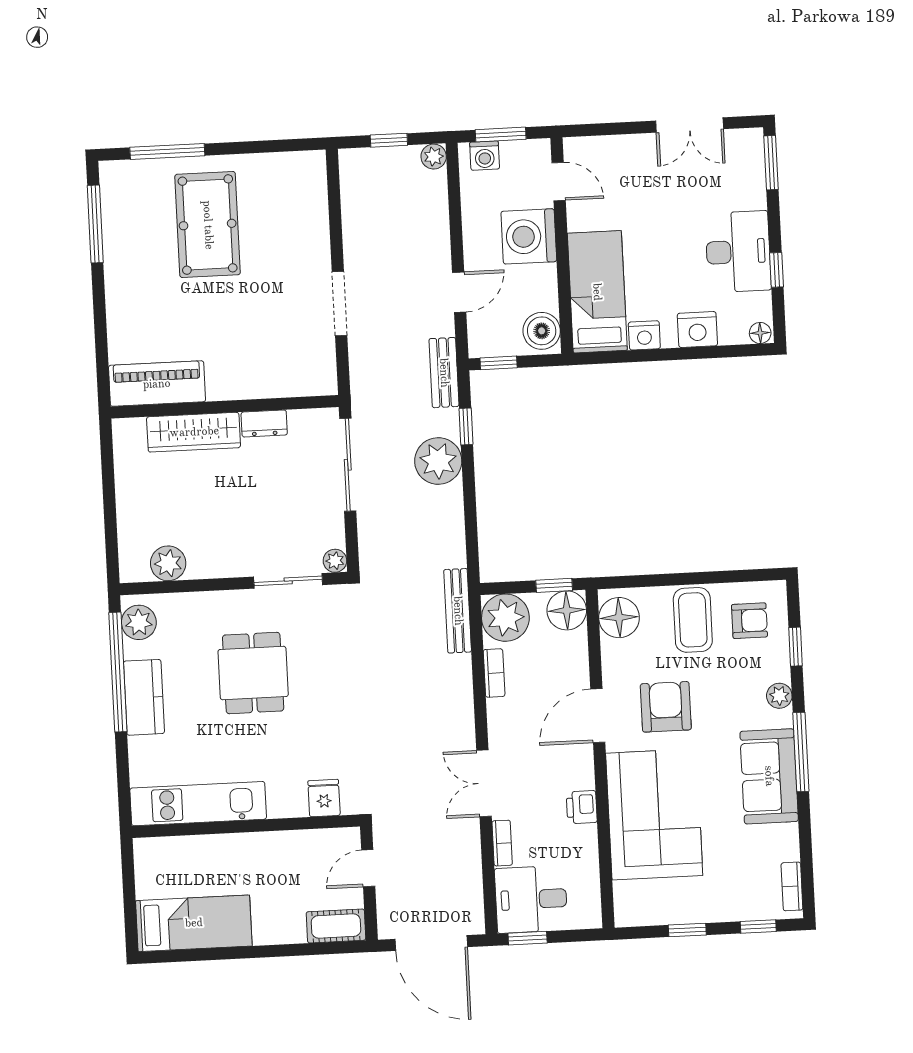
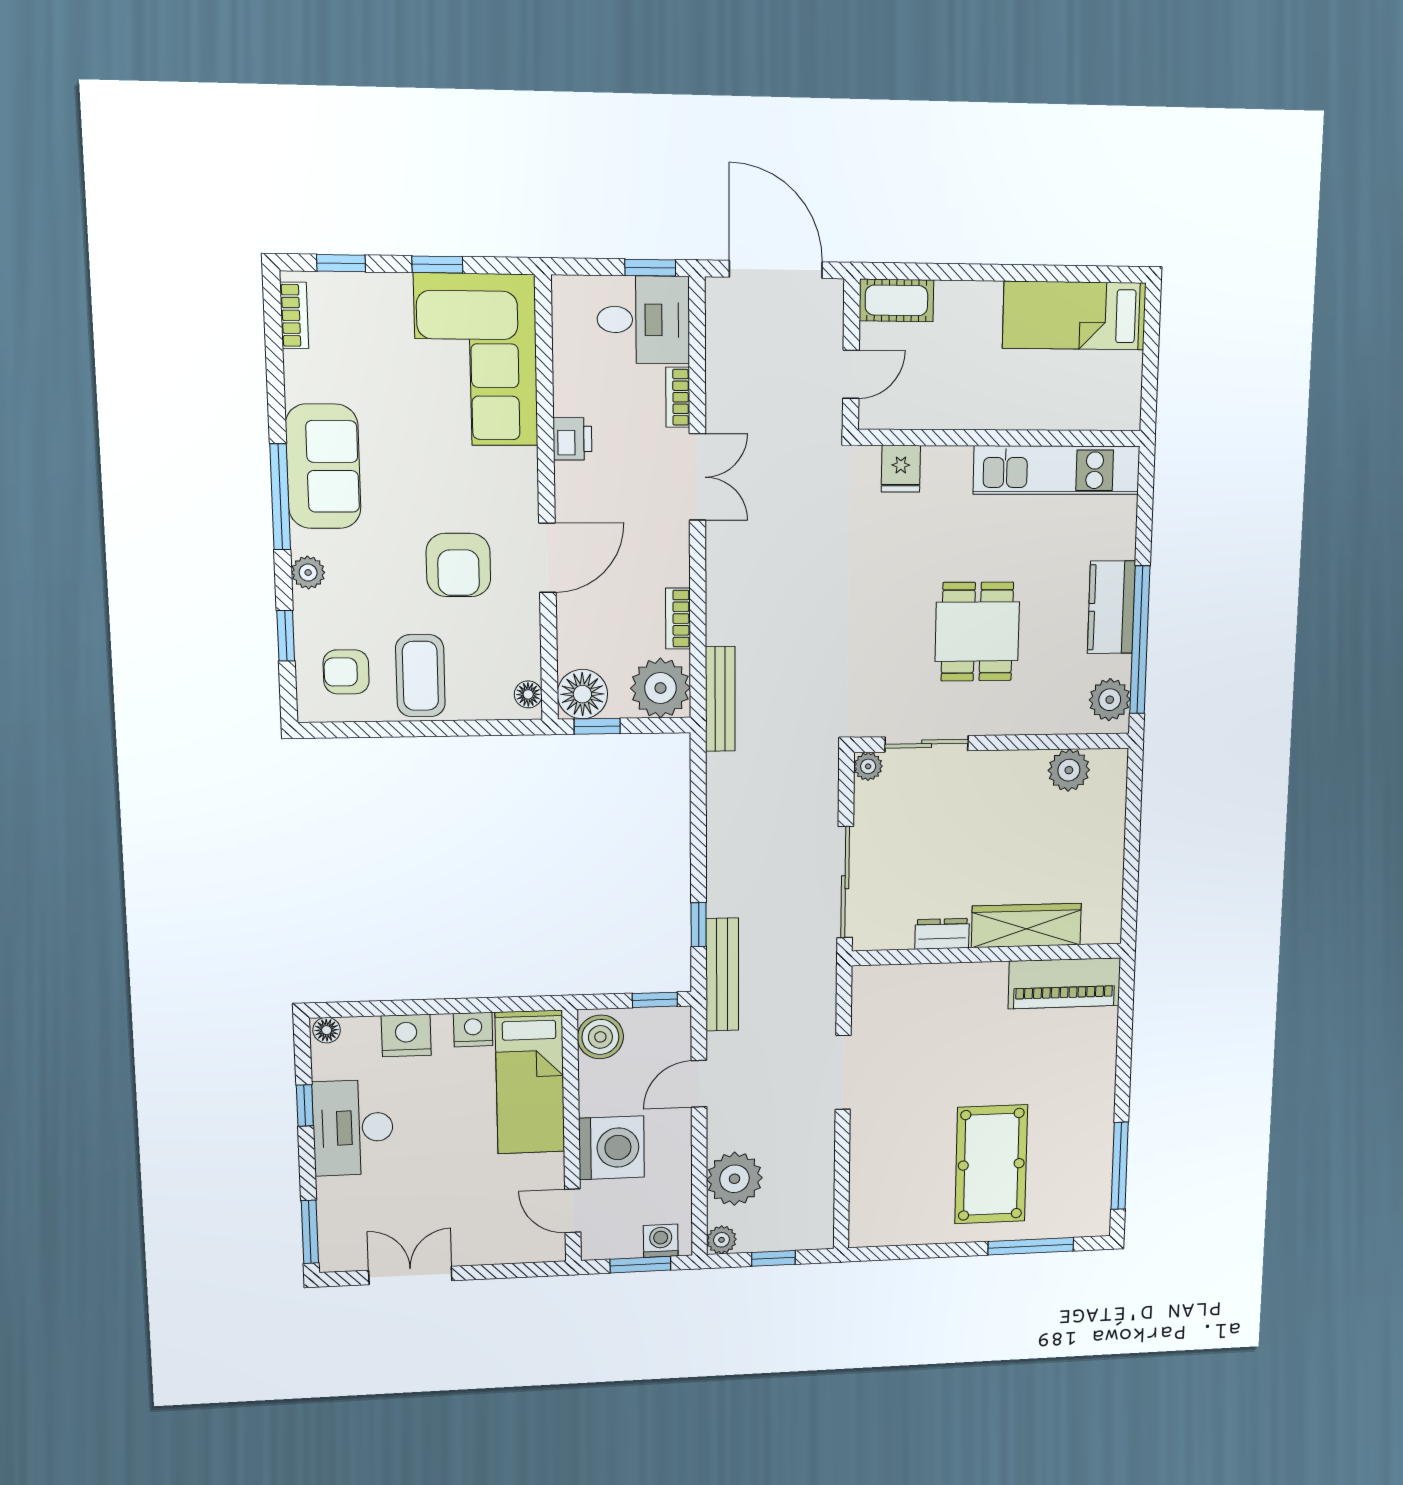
bench: (444, 373) -> (722, 975), width x1.36
plant: (438, 461) -> (734, 1179), moved
floor lamp: (619, 618) -> (528, 694), width x0.53, depth x0.53
corner sofa: (654, 814) -> (476, 360), moved

